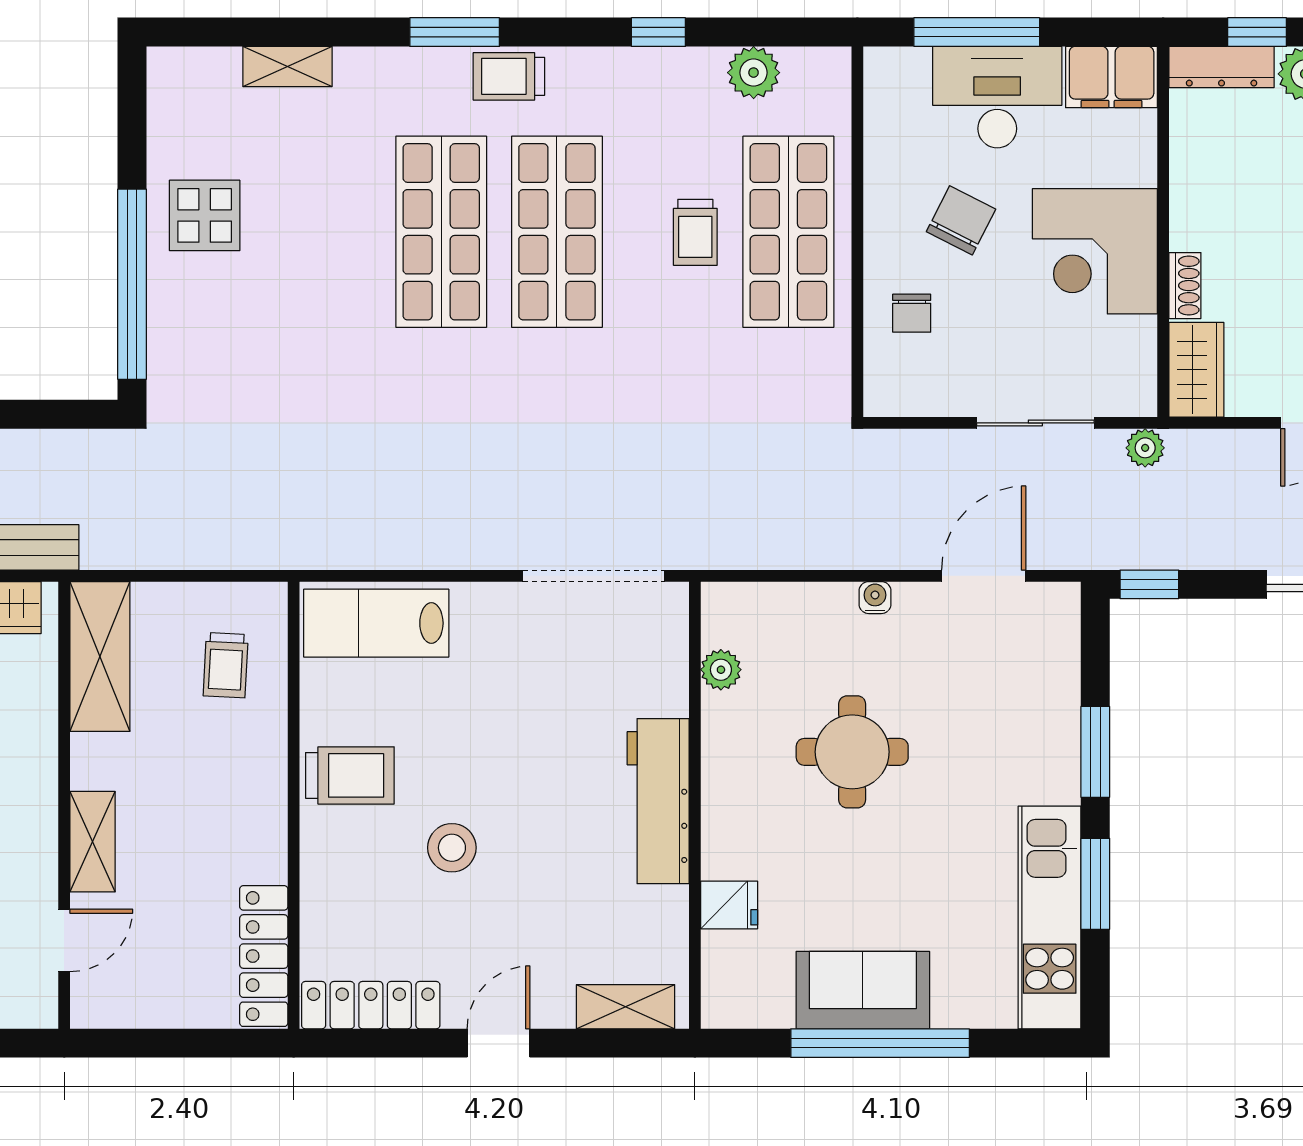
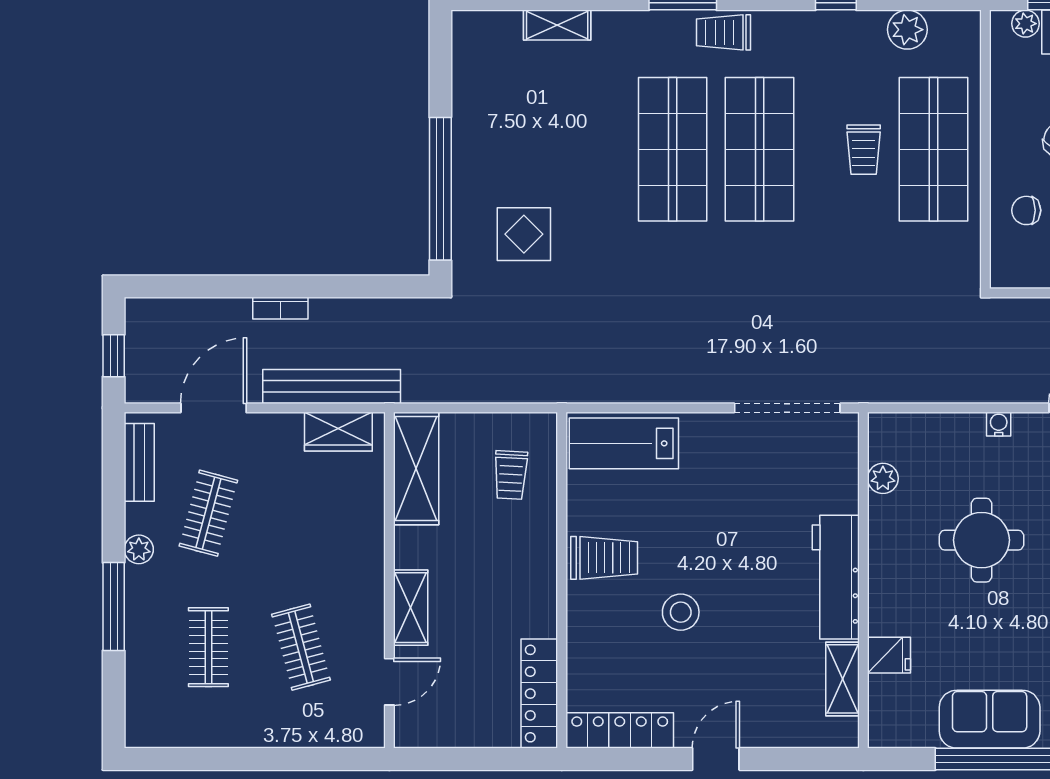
plant: (911, 65) -> (1025, 24), added
display table: (205, 215) -> (524, 234), moved
chair: (912, 313) -> (1026, 210), turned 90
shelving: (626, 1007) -> (842, 679), moved, turned 90

